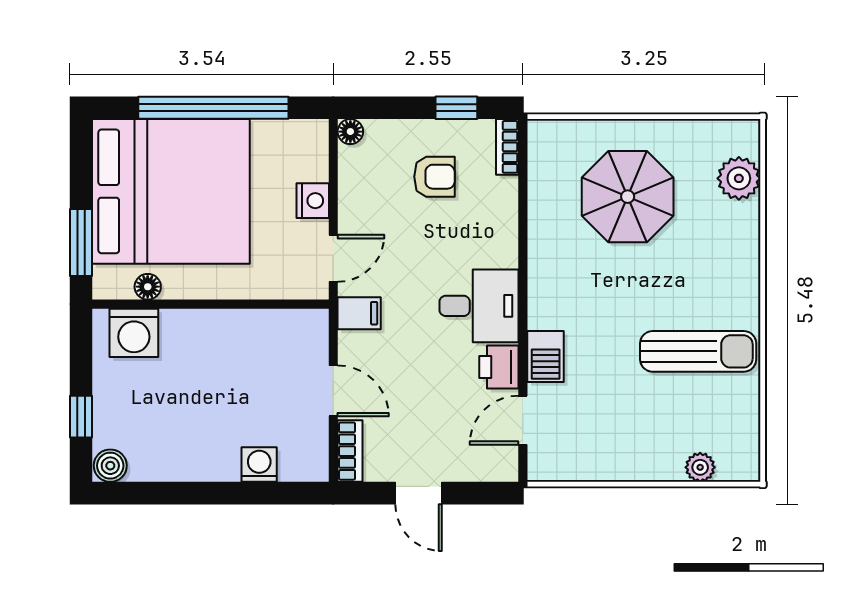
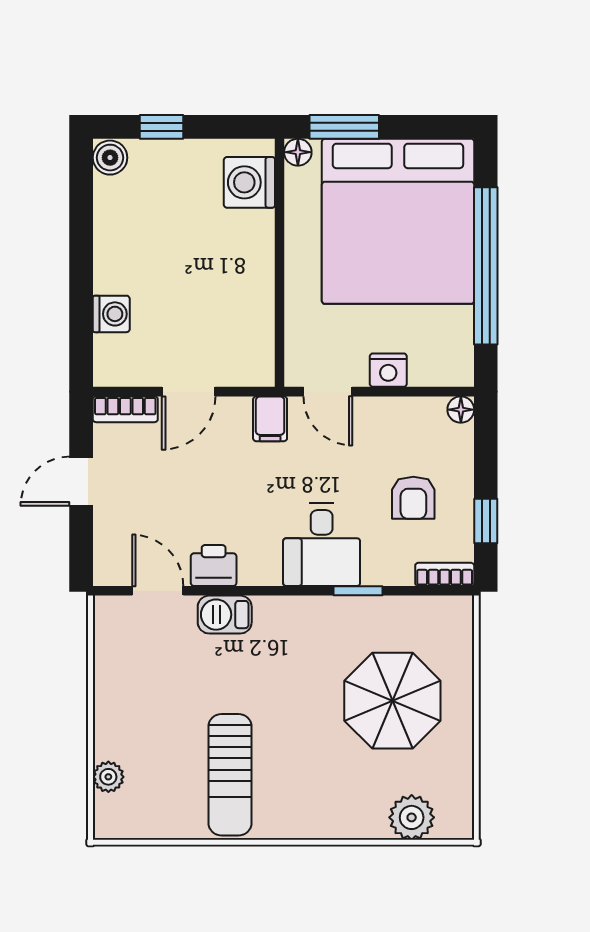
window: (523, 230) -> (358, 591), added
floor lamp: (148, 287) -> (298, 152), moved
desk: (479, 306) -> (322, 545), moved

